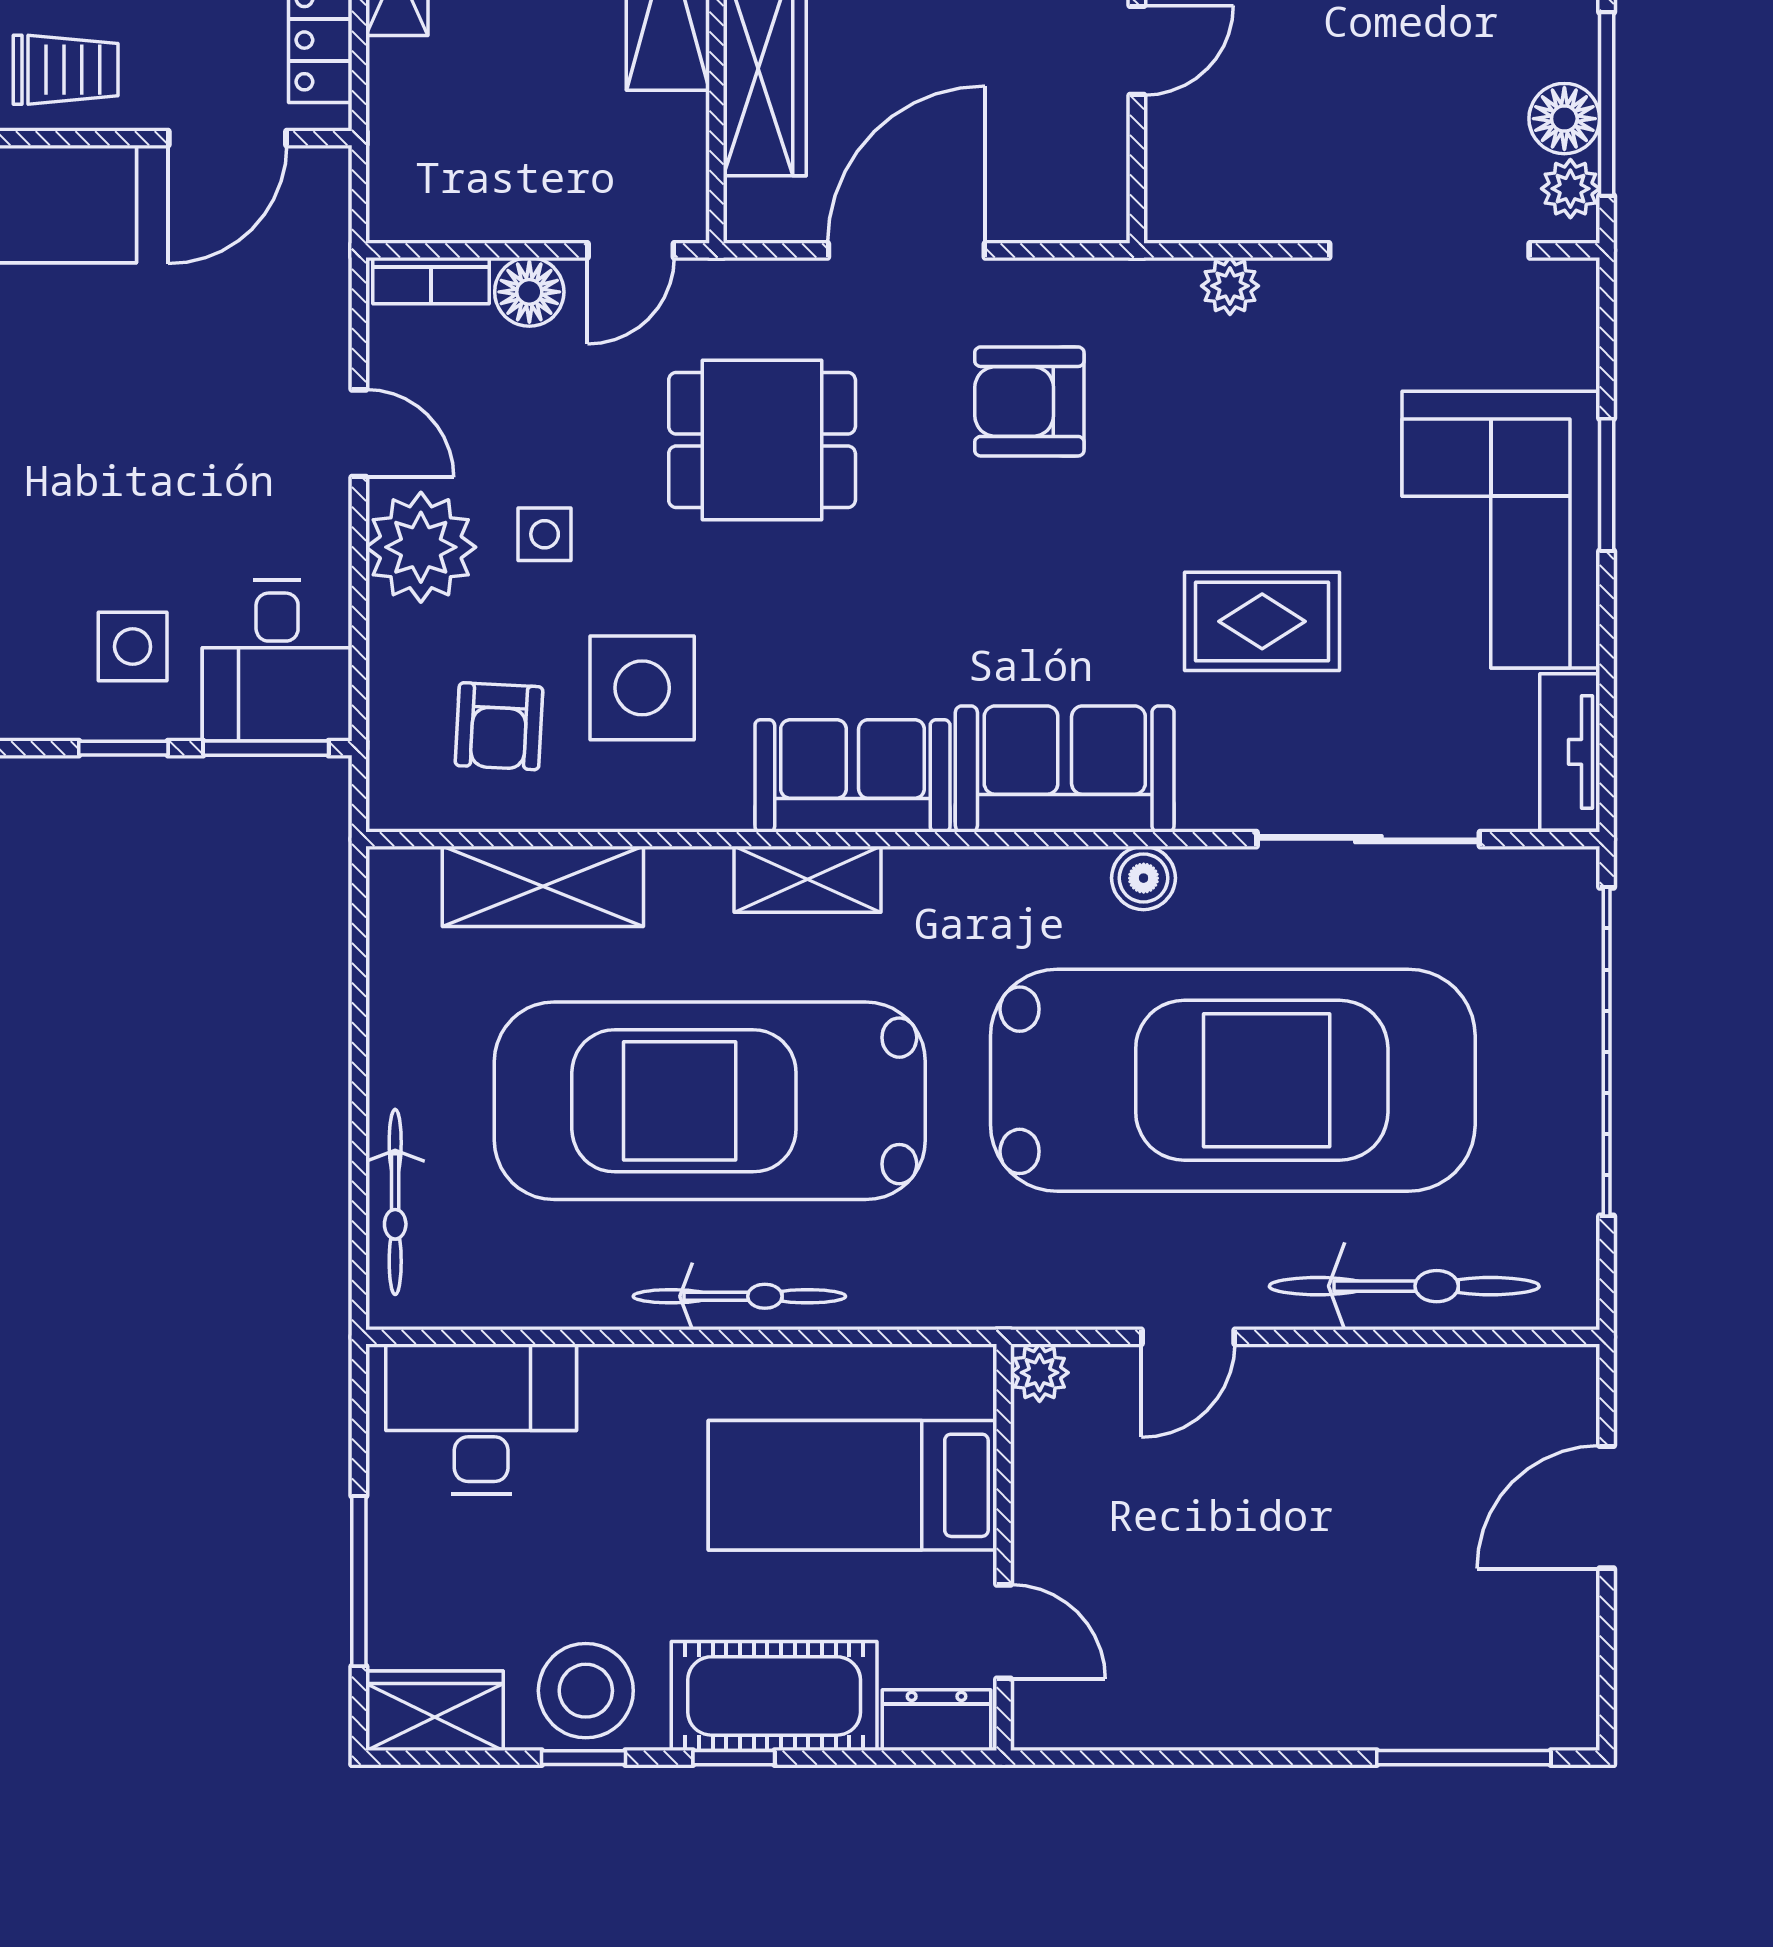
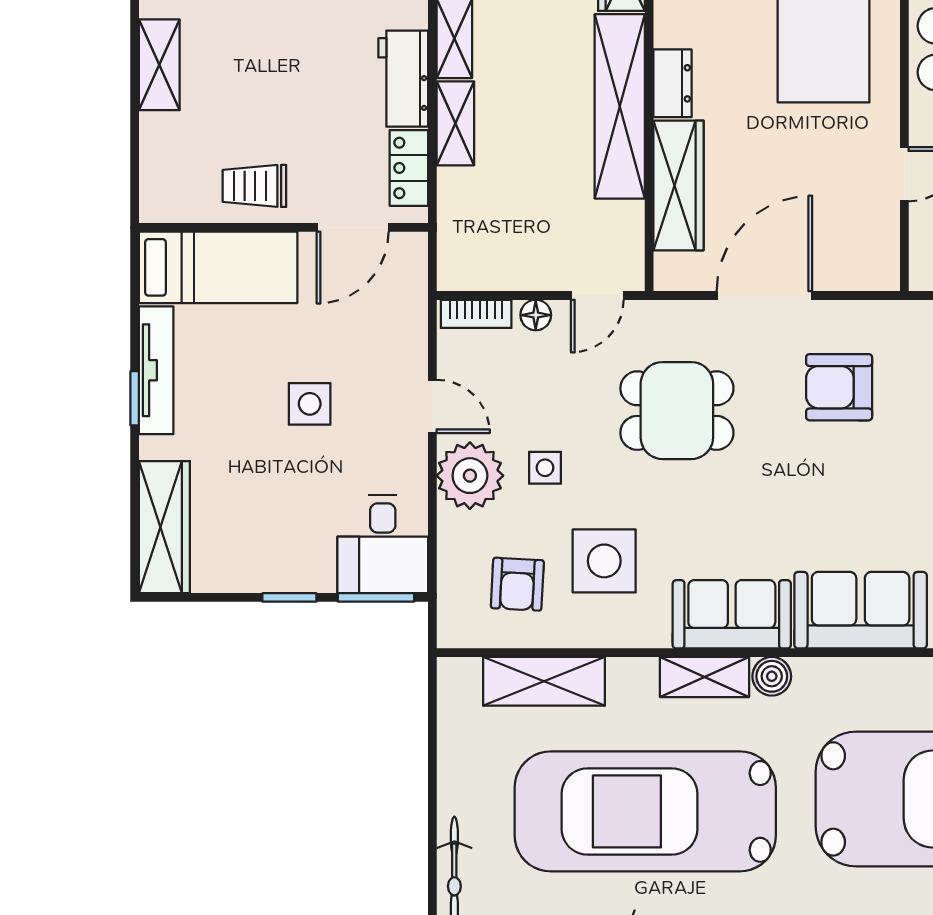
trolley: (66, 70) -> (254, 186), turned 180
floor lamp: (529, 292) -> (536, 315), width x0.73, depth x0.73
side table: (133, 647) -> (310, 404), moved
boiler: (1144, 878) -> (772, 676), moved

